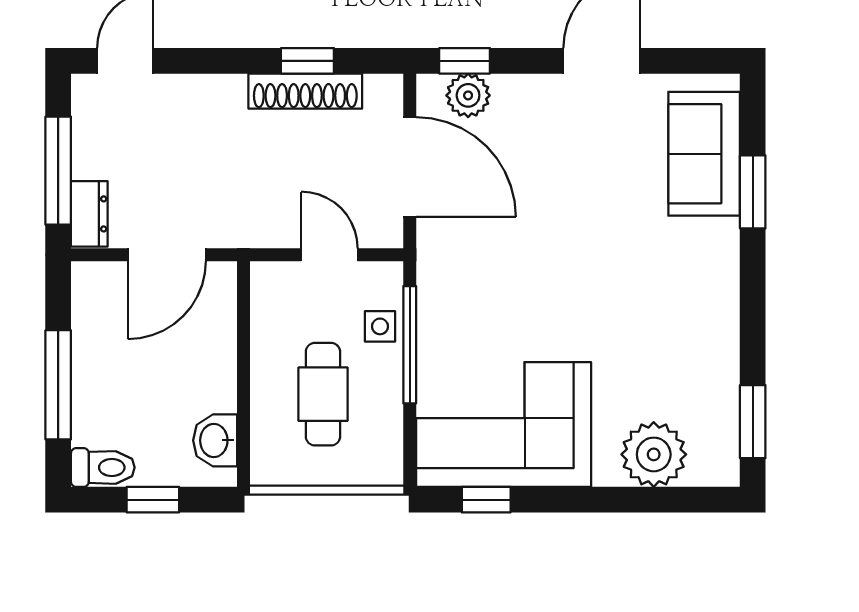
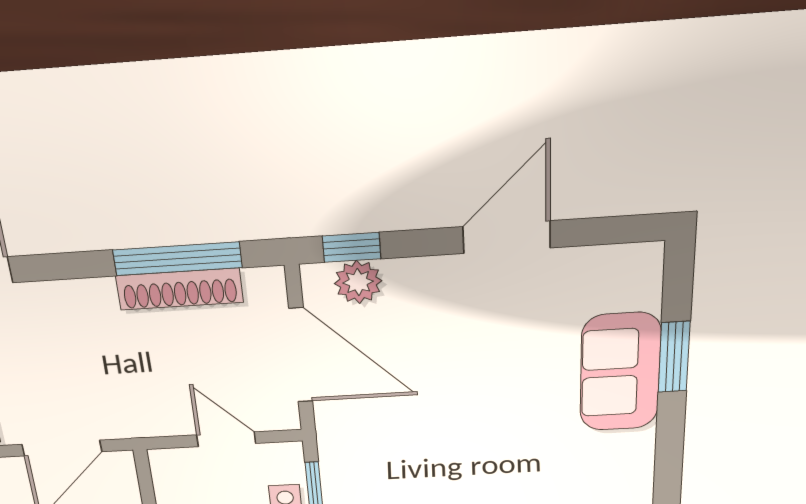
window: (307, 61) -> (177, 259), width x2.17
sofa: (704, 154) -> (620, 372), moved

